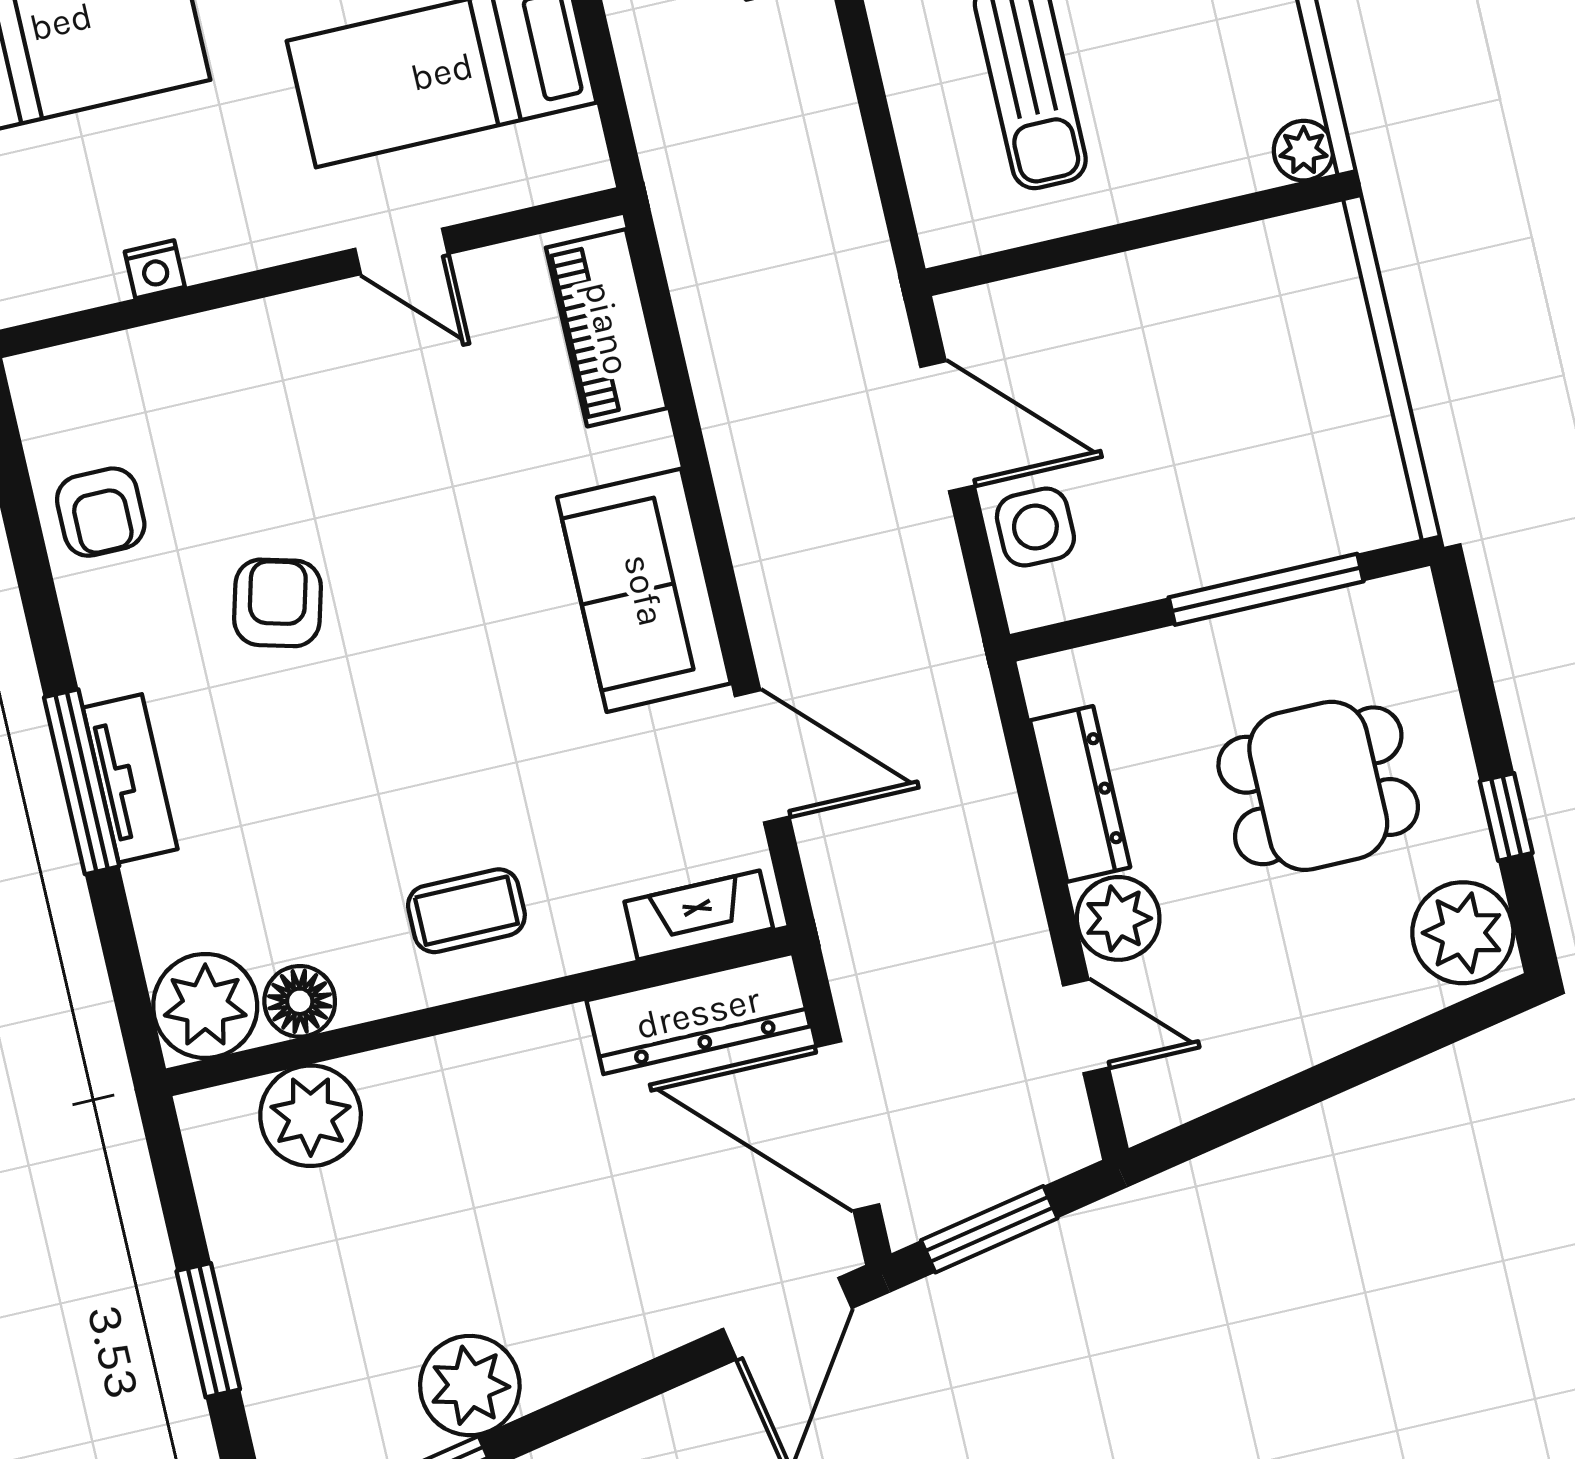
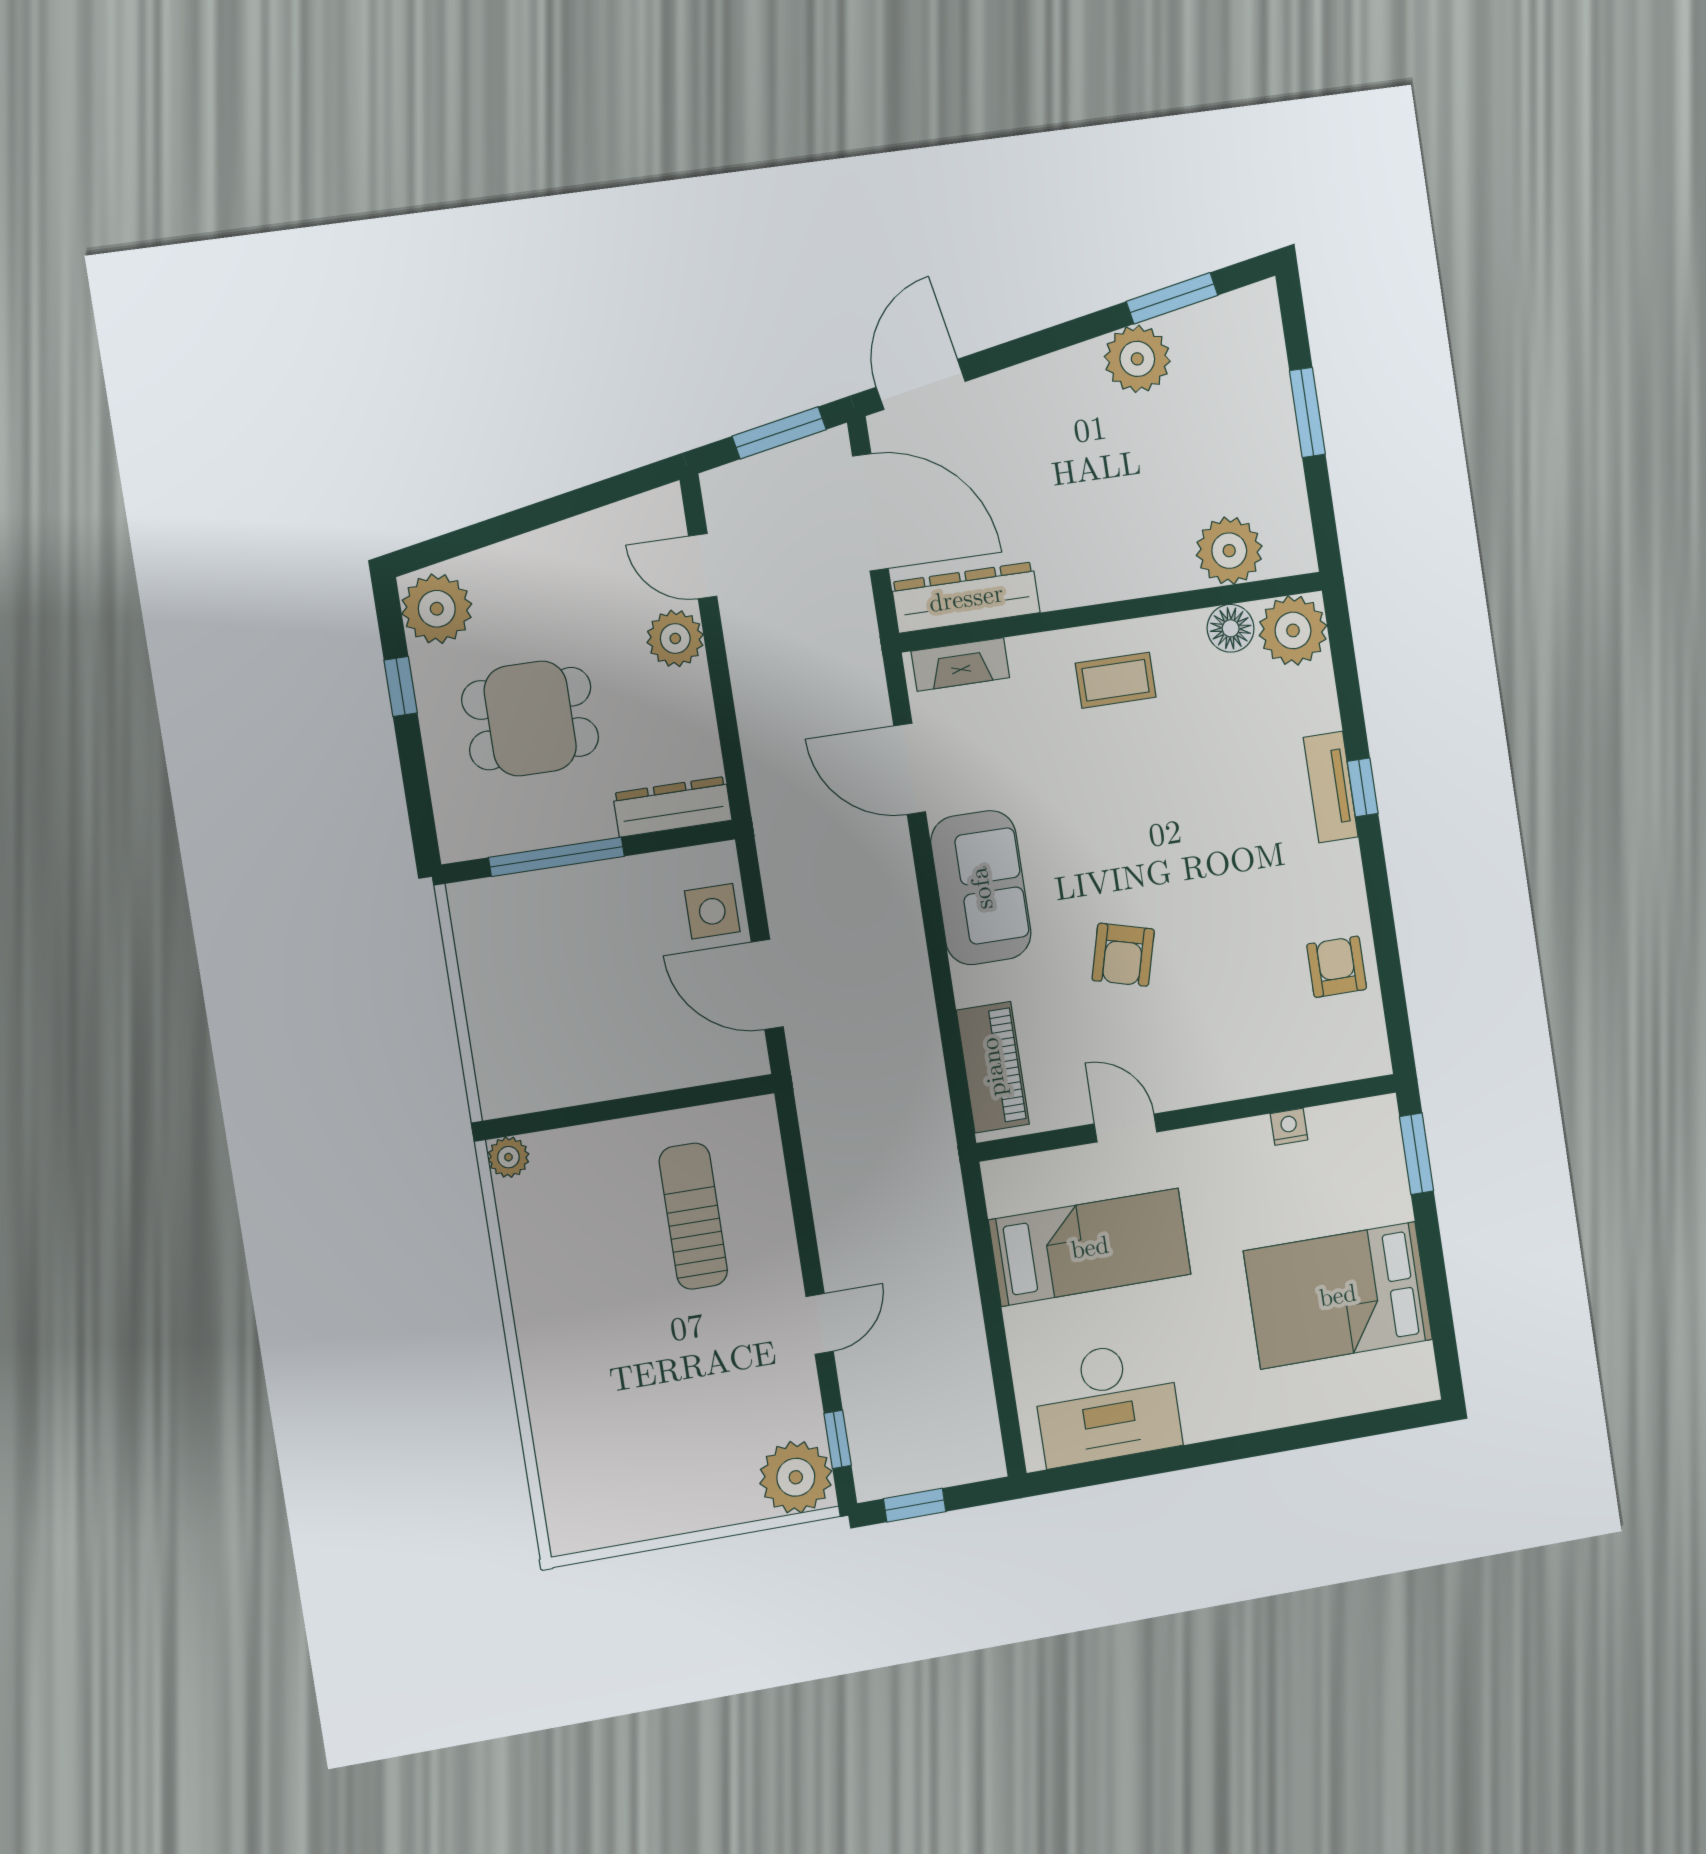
armchair: (277, 603) -> (1123, 955), moved
window: (82, 782) -> (1363, 787), width x0.46
dresser: (1080, 794) -> (672, 807), moved, turned 90

